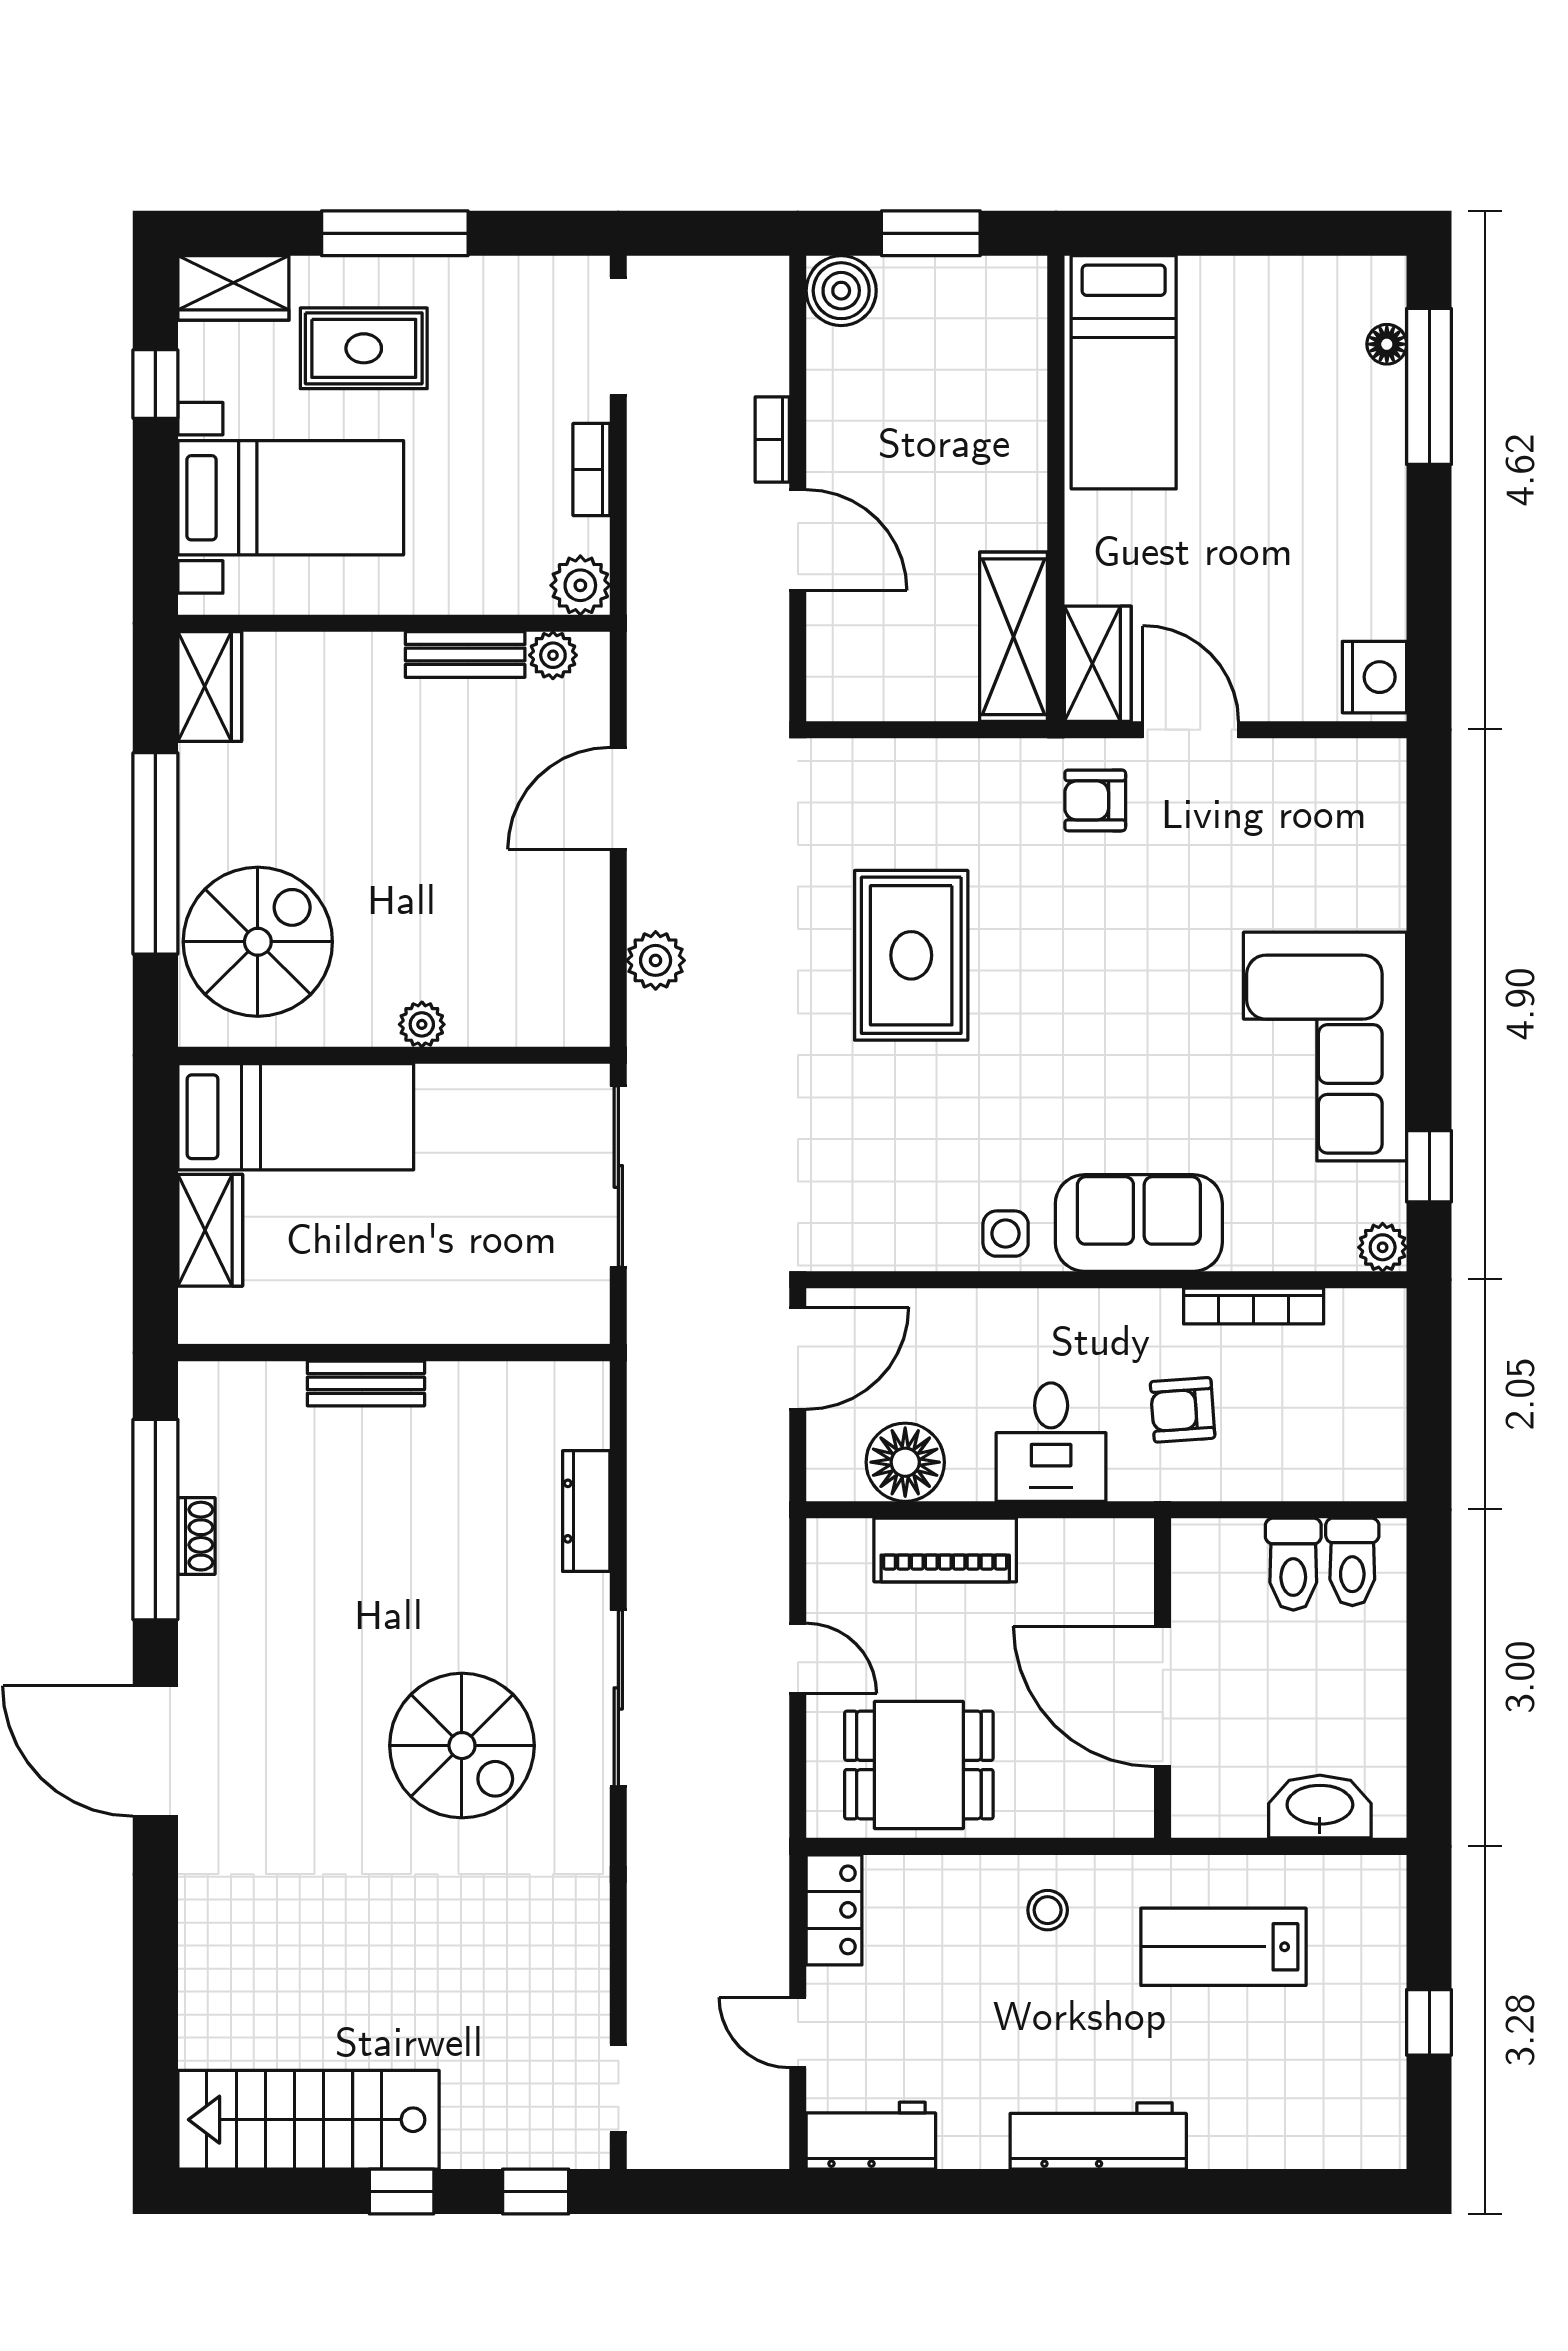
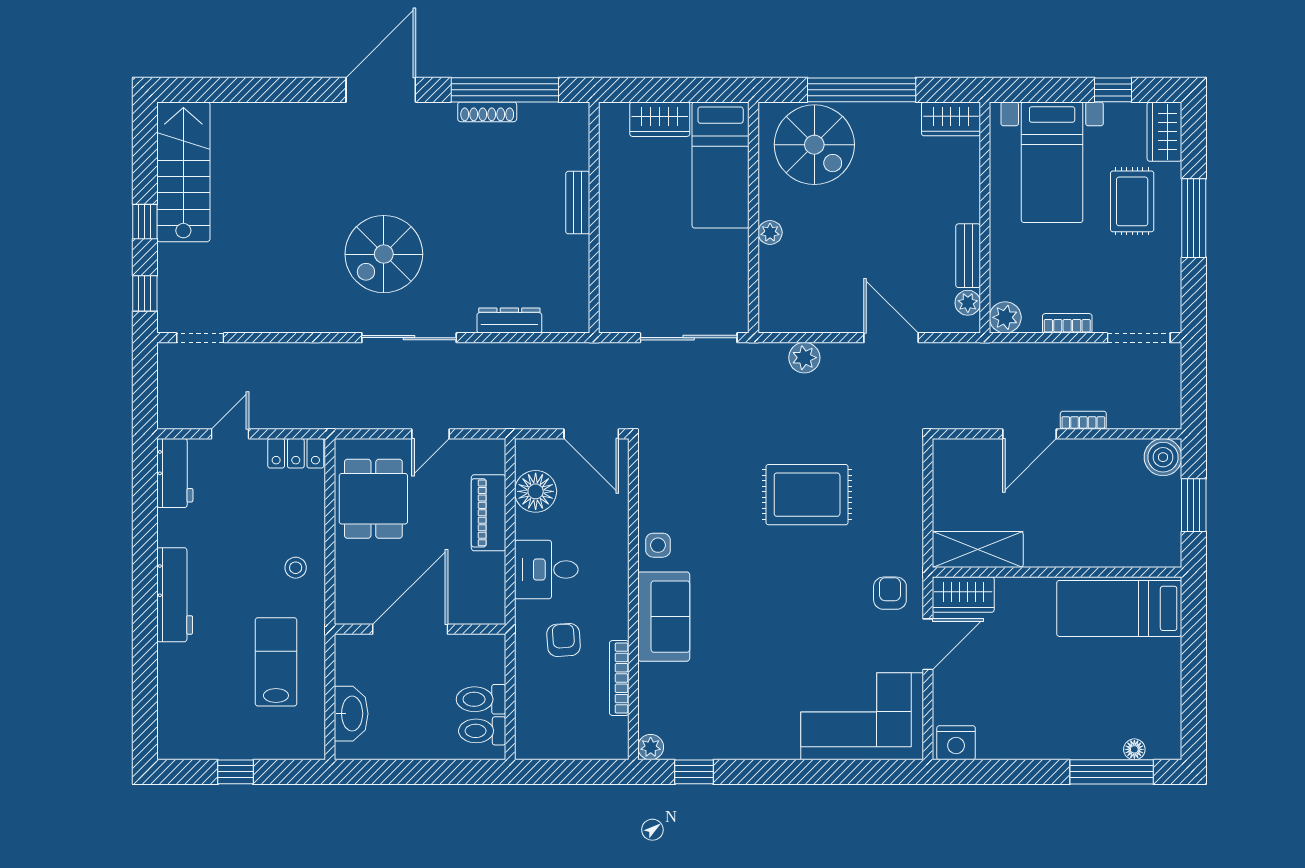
corner sofa: (1325, 1047) -> (862, 716), moved
shoe rack: (196, 1536) -> (487, 112), width x1.43

